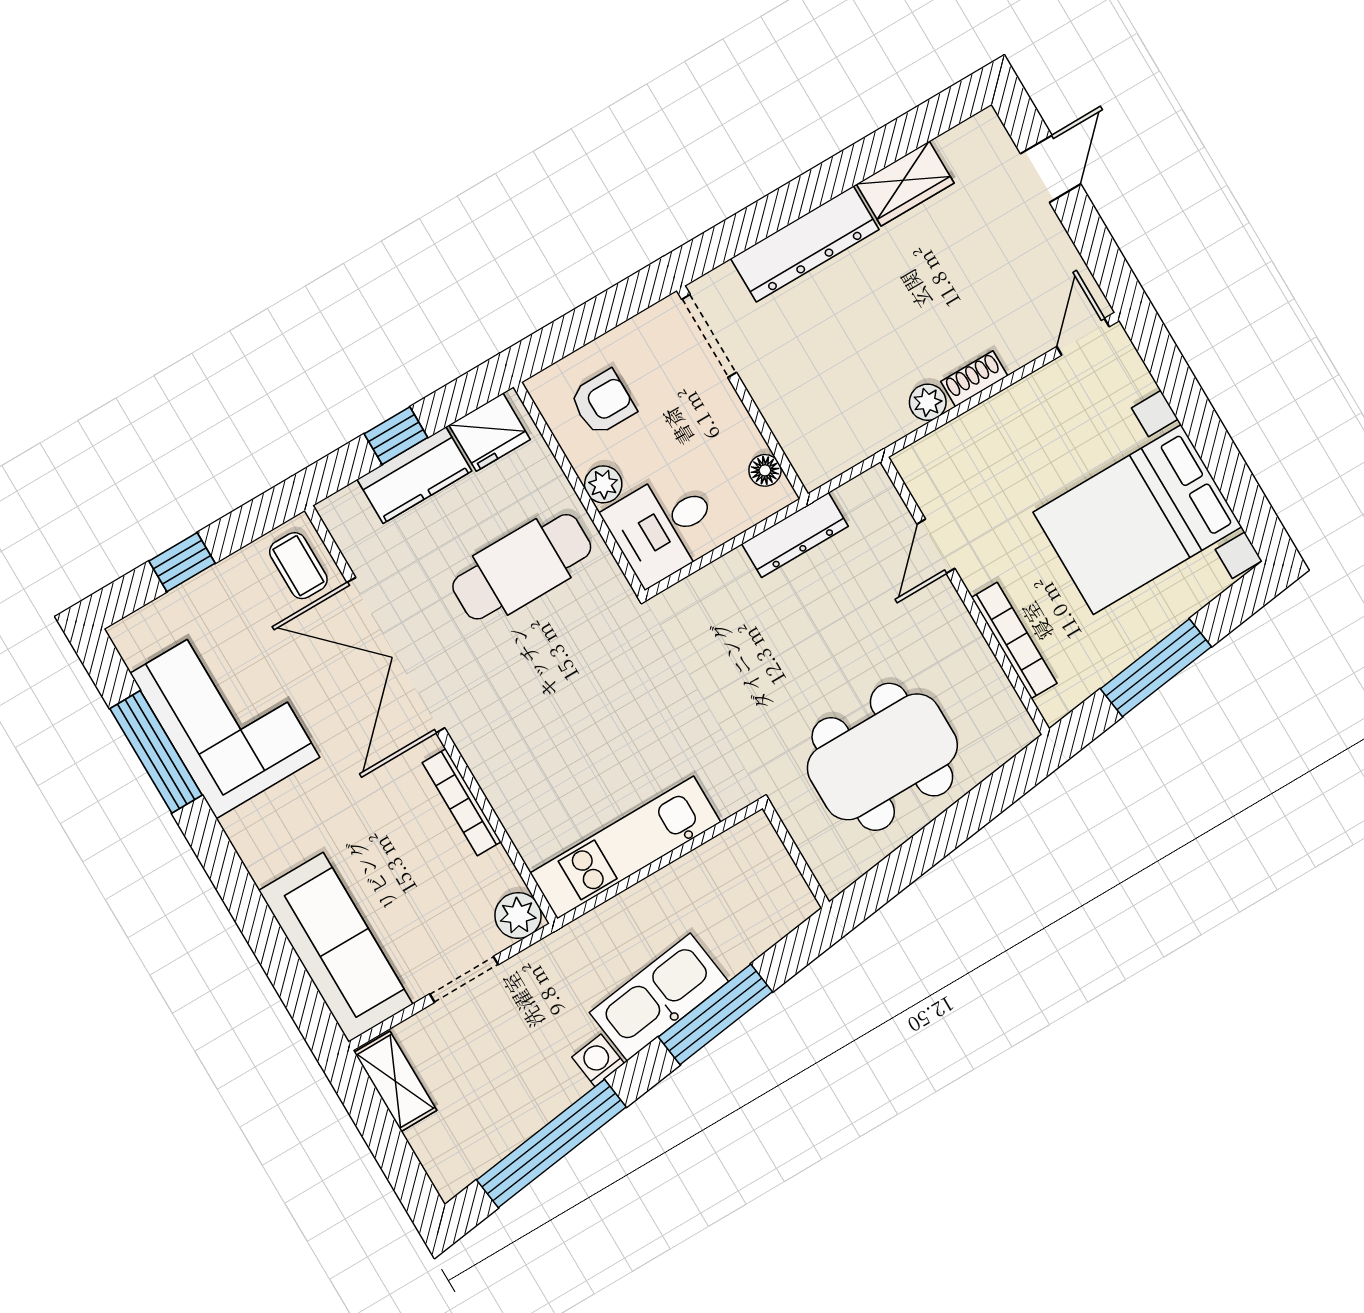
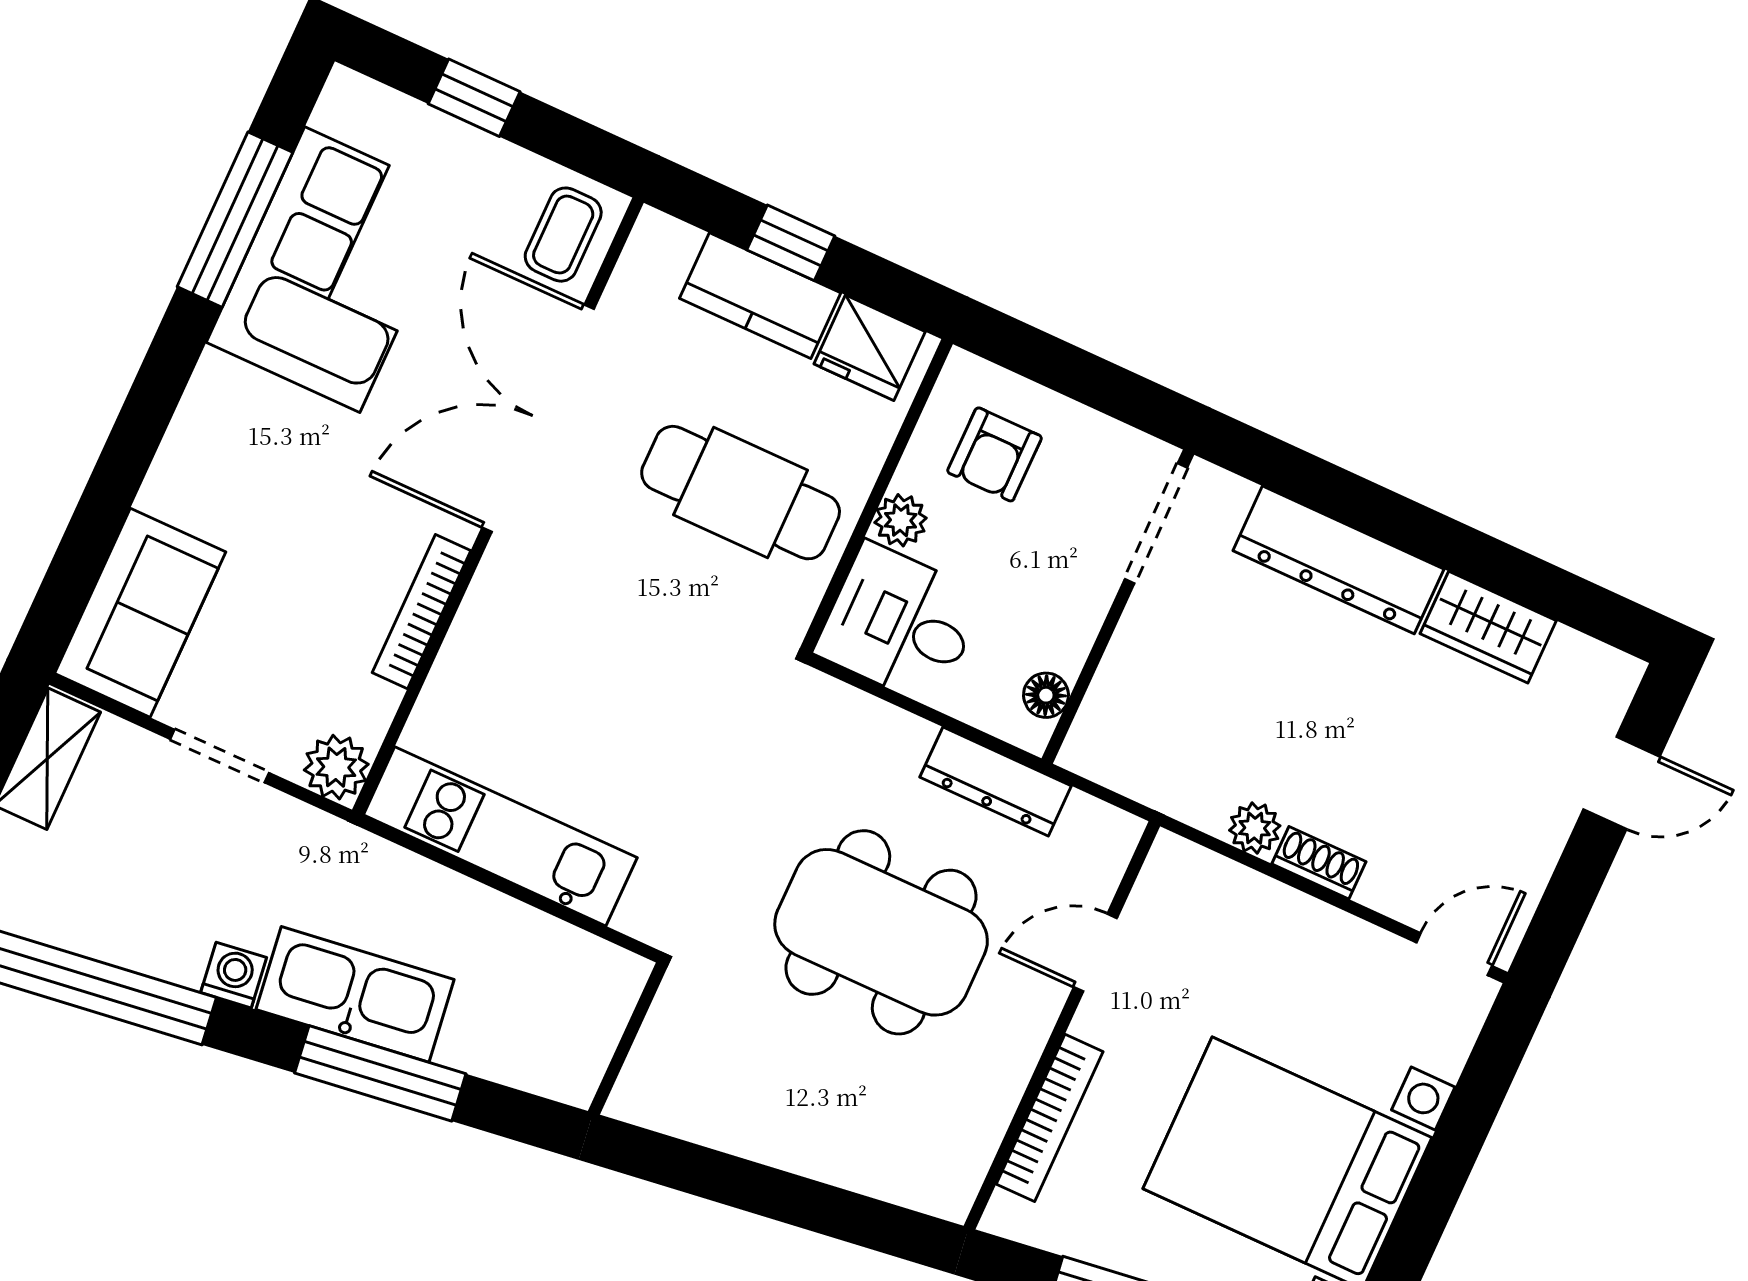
armchair: (603, 402) -> (995, 454), turned 90
dining table: (882, 757) -> (881, 932), moved
sofa: (336, 947) -> (140, 613), width x0.73

